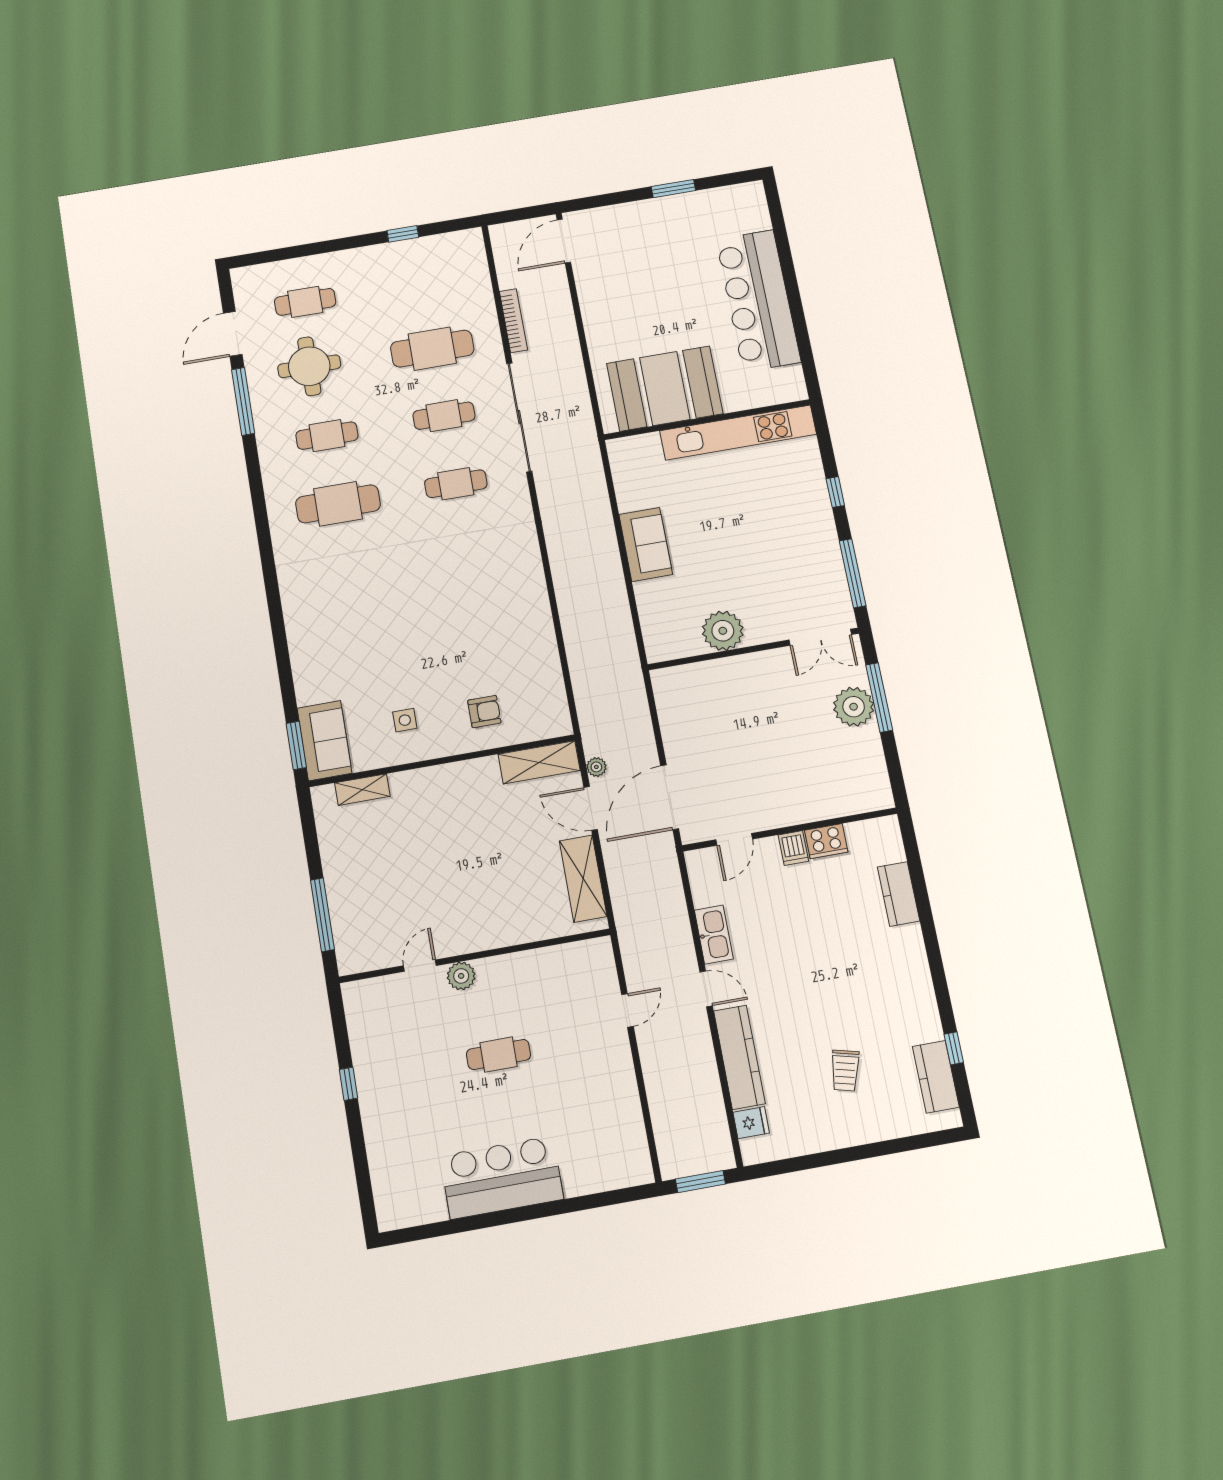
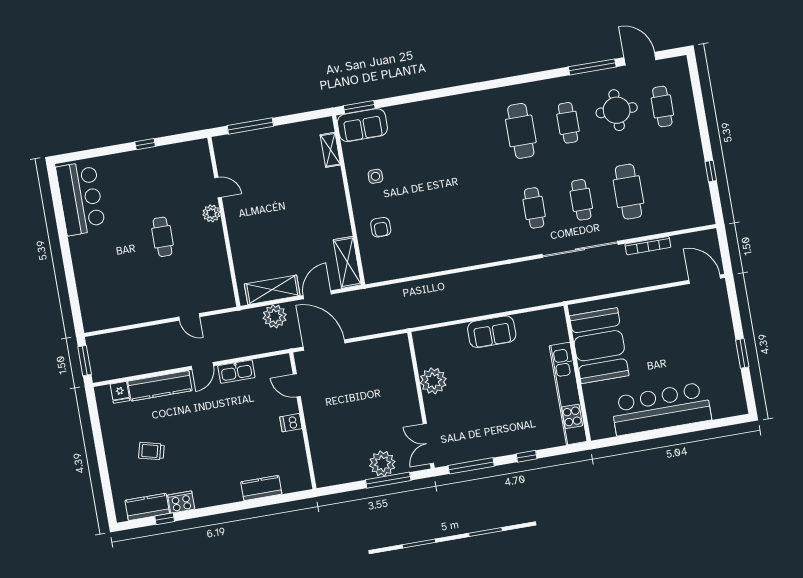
plant: (596, 767) -> (275, 316), moved, width x1.87, depth x1.87
cooker: (826, 841) -> (181, 502), moved, turned 90
bar counter: (502, 1178) -> (81, 198), moved

